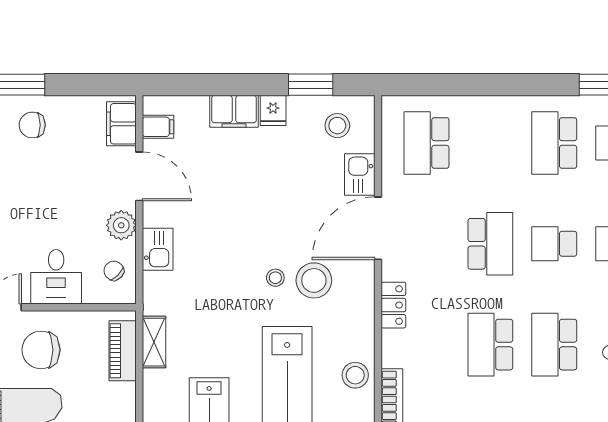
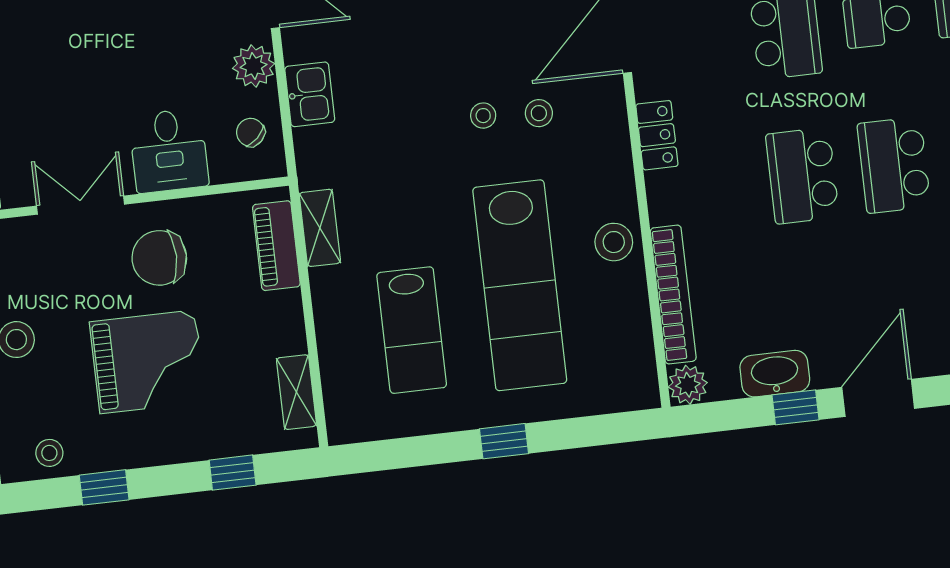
stool: (314, 280) -> (539, 113), width x0.53, depth x0.53

